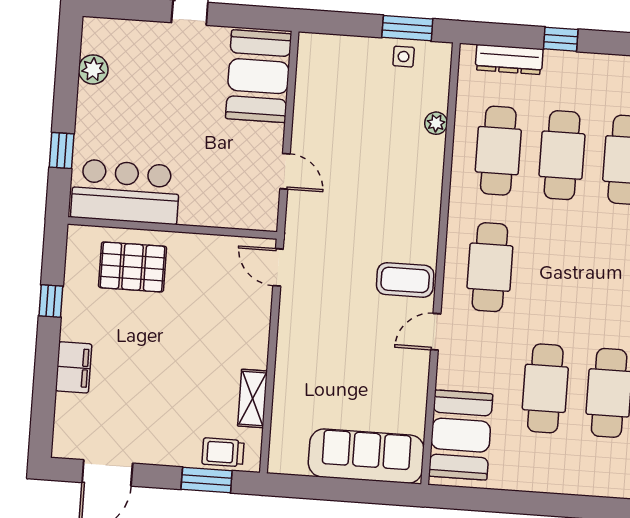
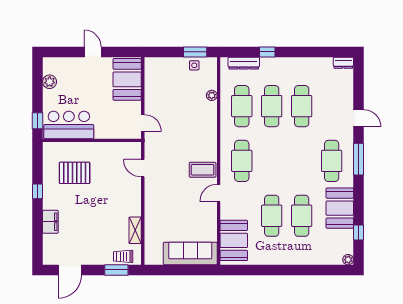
bar counter: (126, 192) -> (69, 125), moved
wall: (172, 228) -> (92, 140), moved

